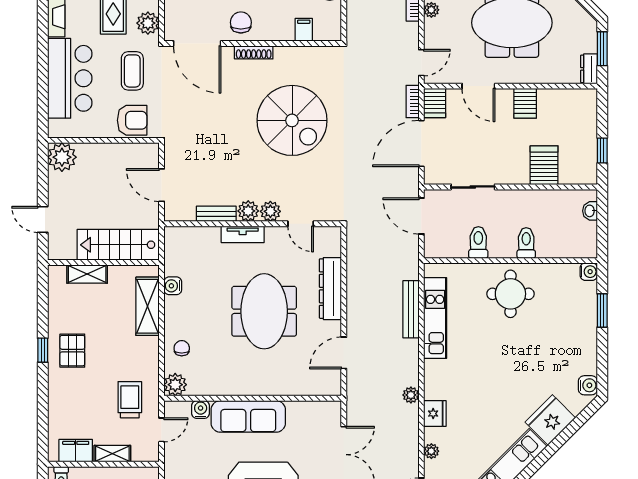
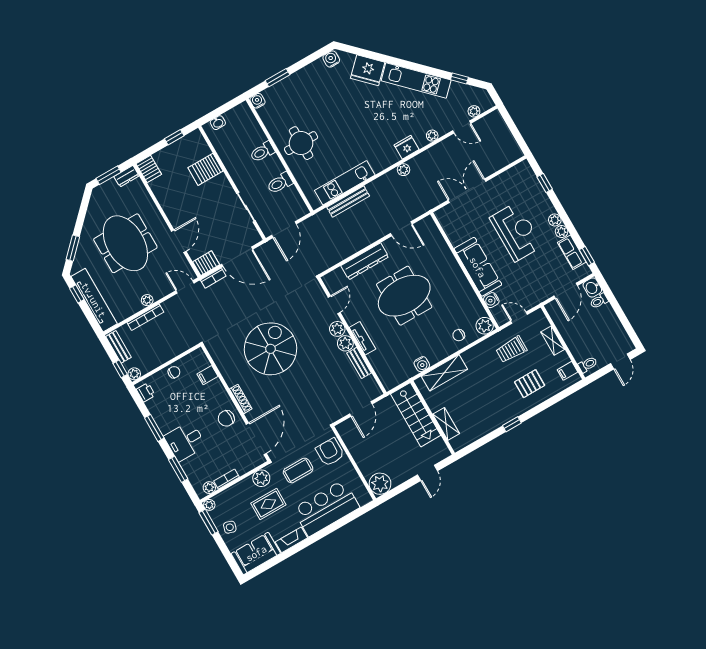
server rack: (525, 103) -> (149, 169), moved, turned 90
pallet: (72, 351) -> (530, 384), moved
filing cabinet: (76, 451) -> (568, 371), width x0.50

